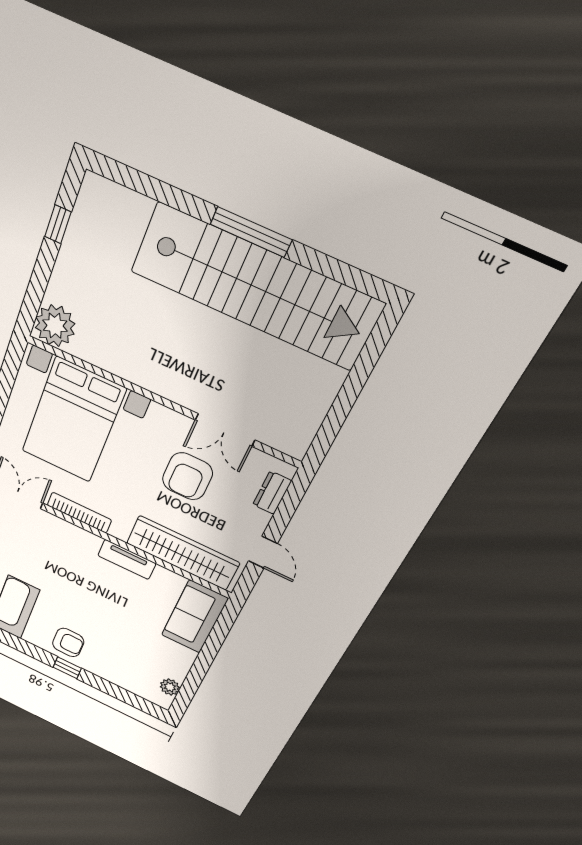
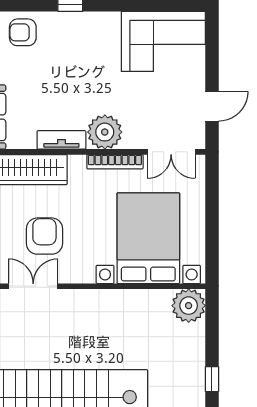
plant: (79, 545) -> (105, 132), added
armchair: (68, 642) -> (23, 32), moved

